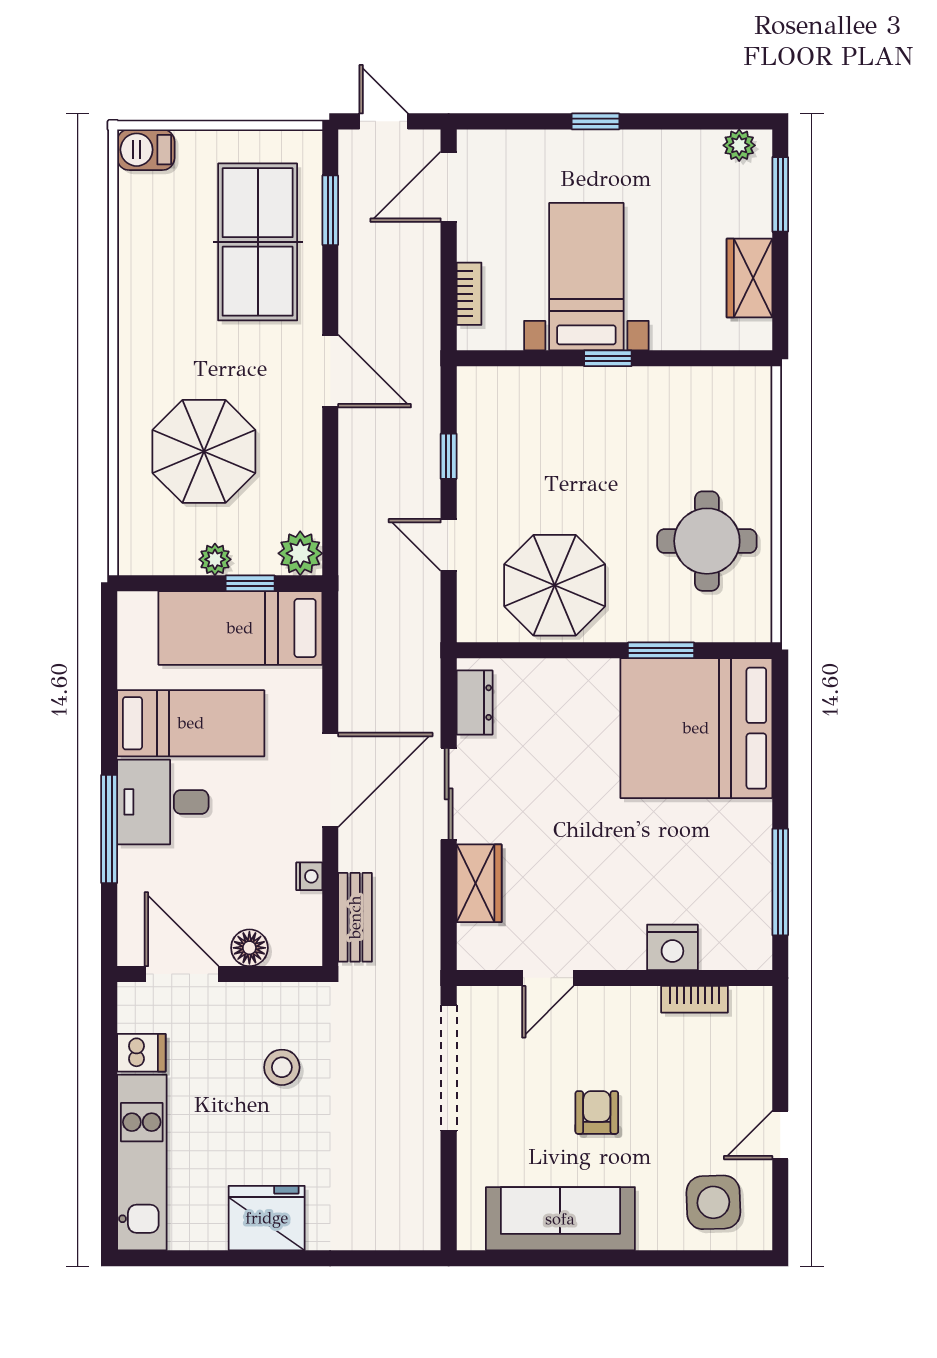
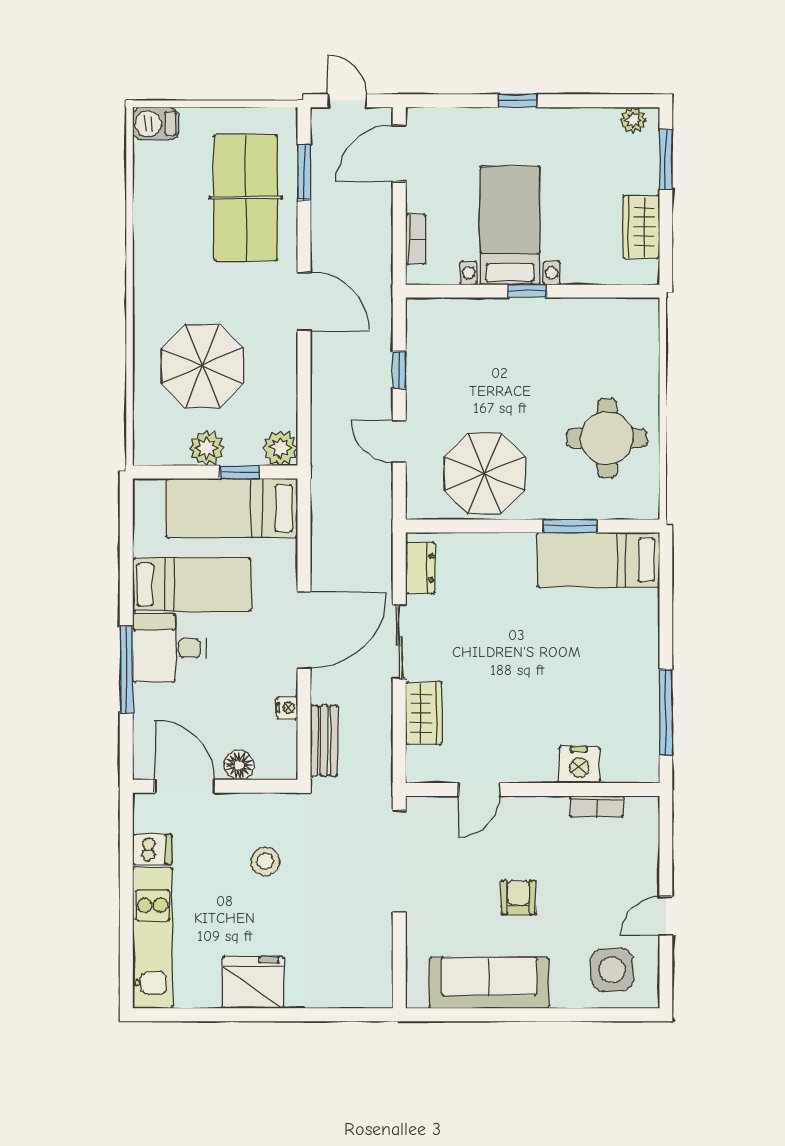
plant: (215, 559) -> (207, 448), width x1.38, depth x1.38
bed: (696, 728) -> (598, 560), width x0.49

